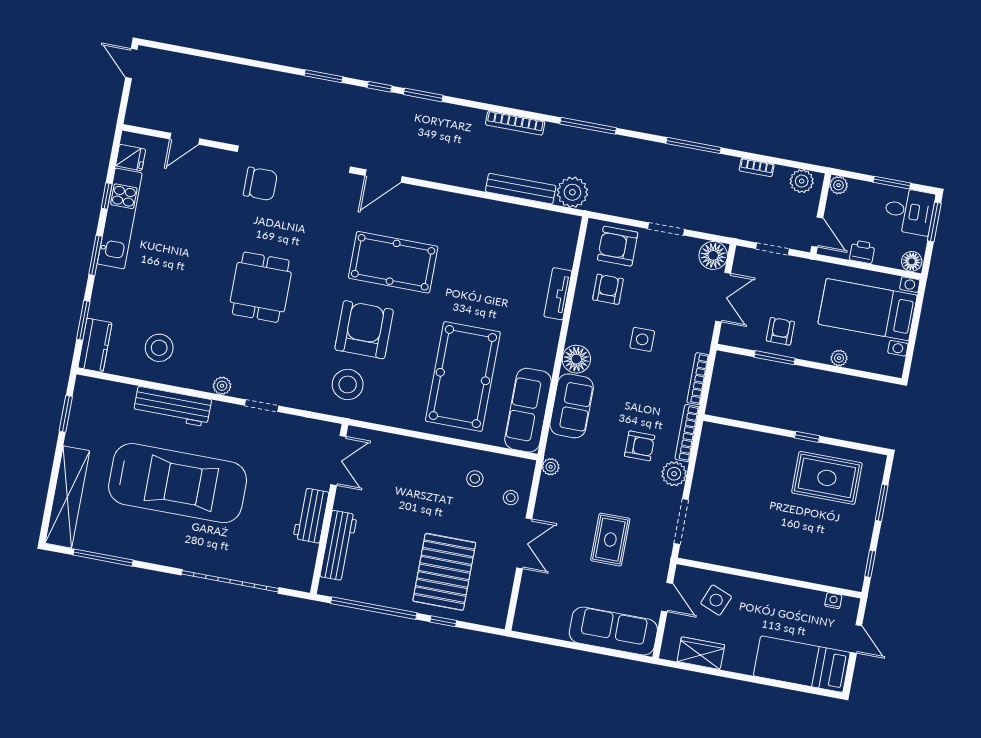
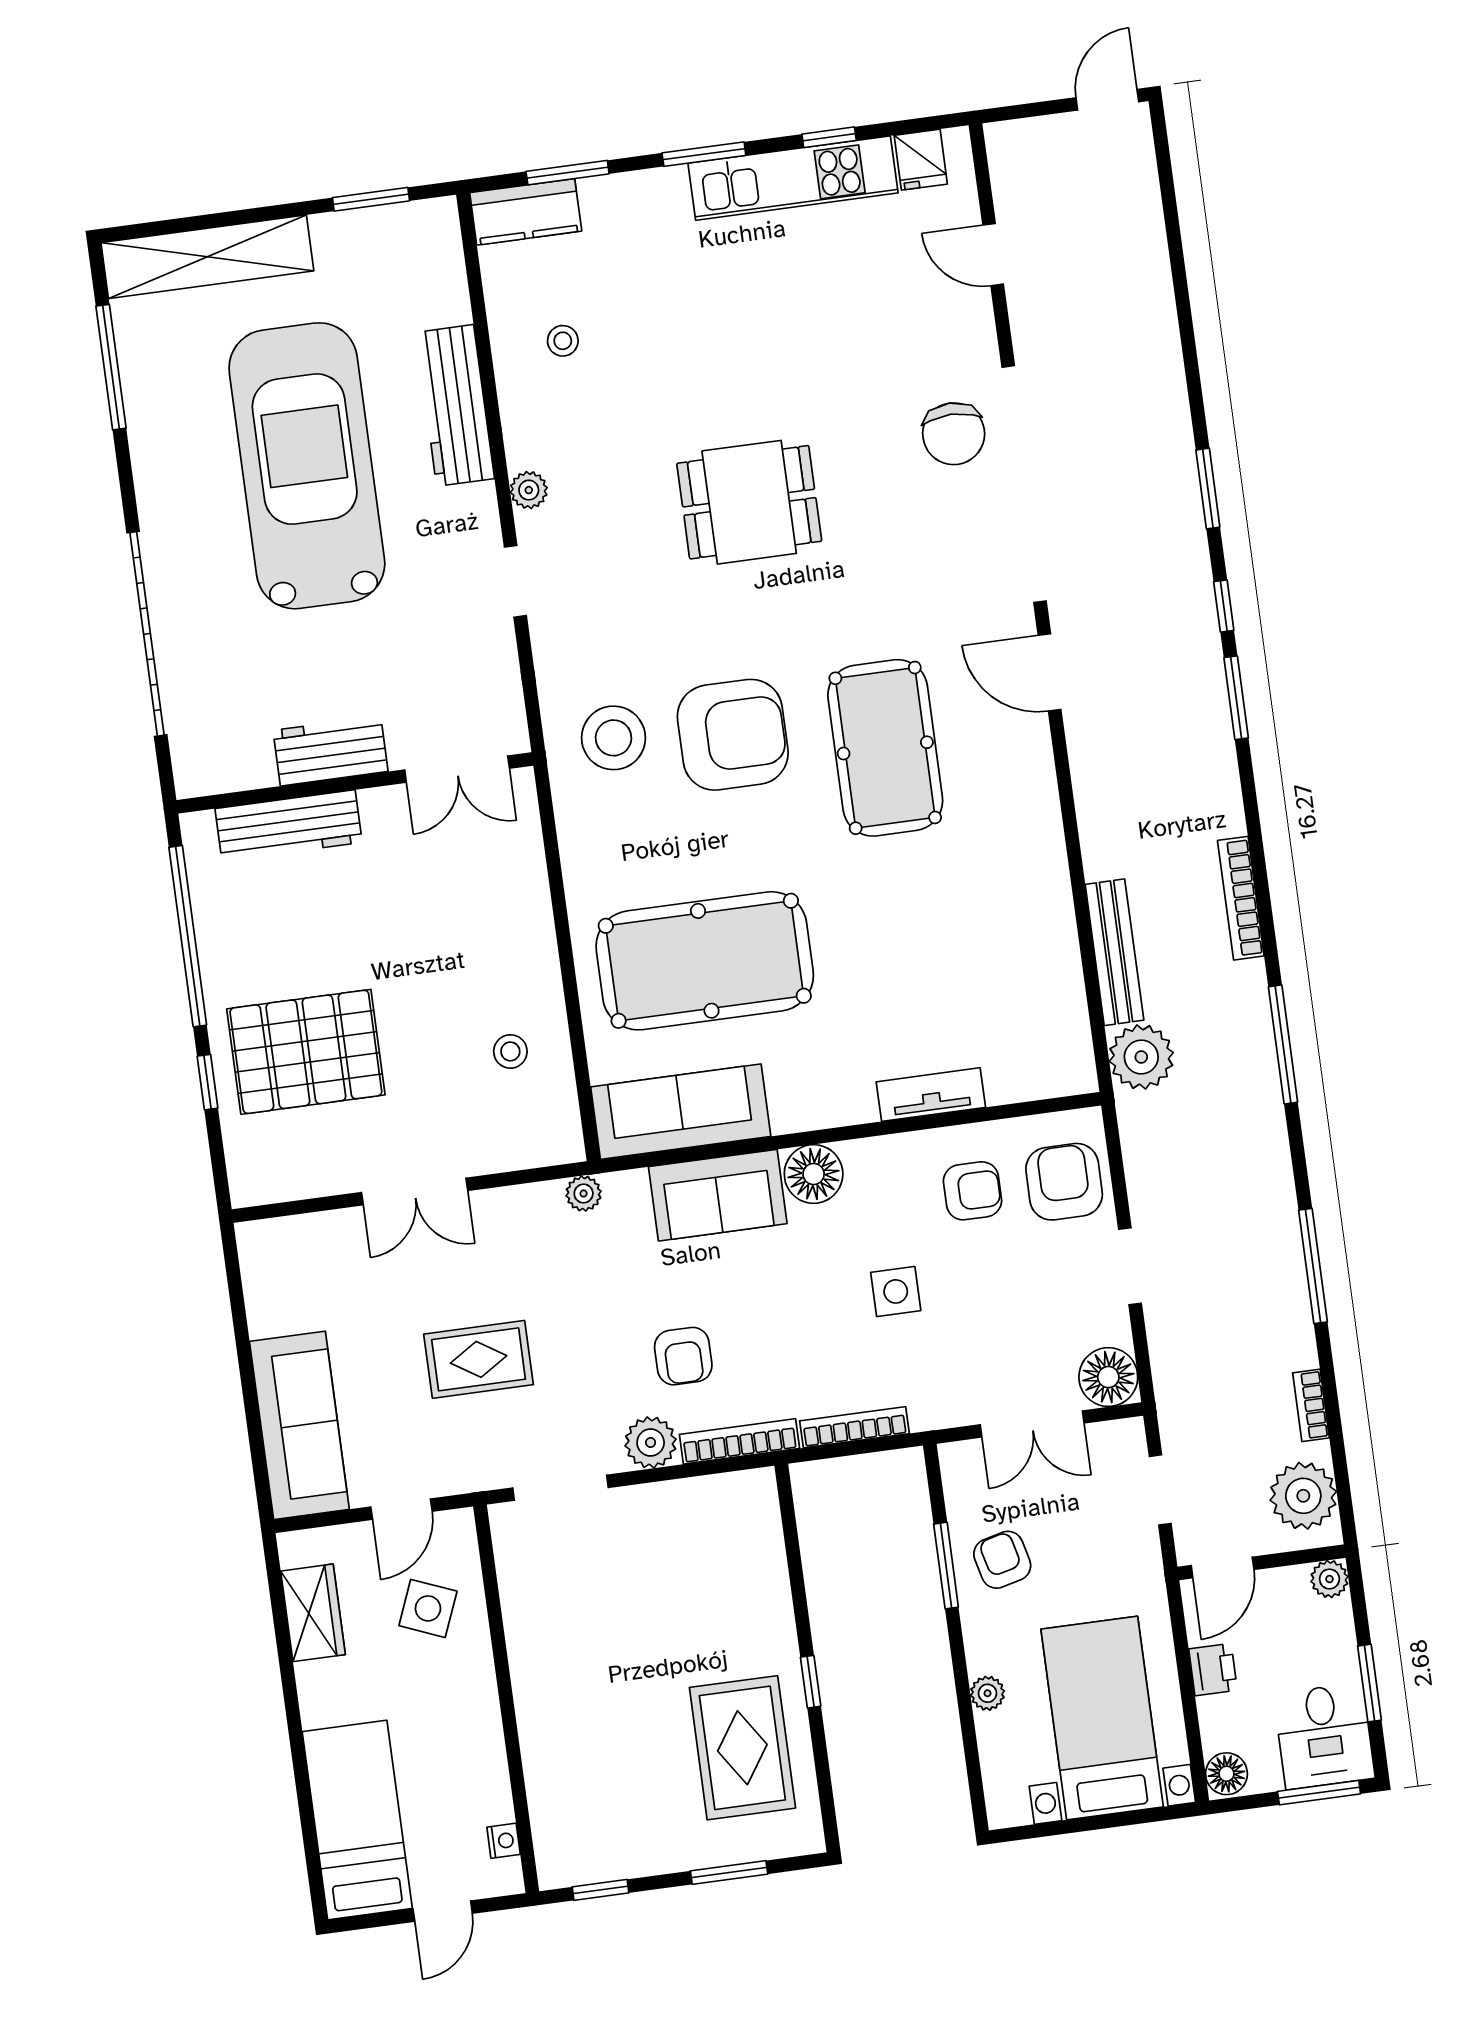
plant: (802, 181) -> (1303, 1496), width x1.36, depth x1.36
armchair: (780, 331) -> (1002, 1560), turned -104
stool: (159, 348) -> (563, 341), width x0.53, depth x0.53
car: (178, 483) -> (307, 466), turned 180
stool: (511, 498) -> (496, 1135), removed

